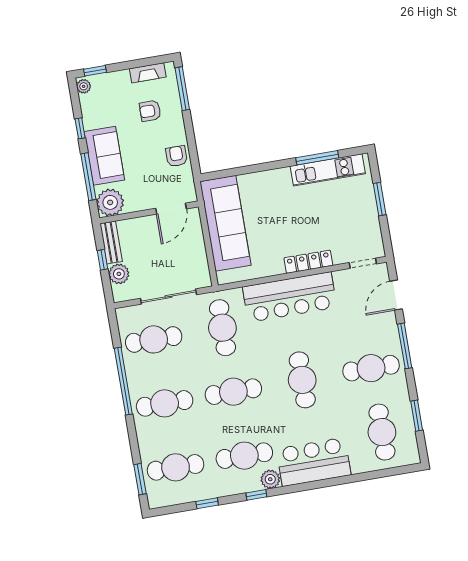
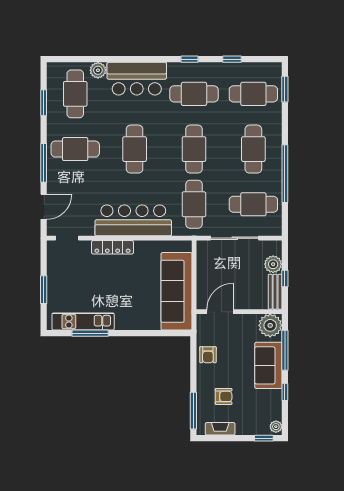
cafe table: (233, 392) -> (194, 149), turned 90
cafe table: (165, 403) -> (253, 149), turned 90
plant: (270, 479) -> (98, 70), moved

